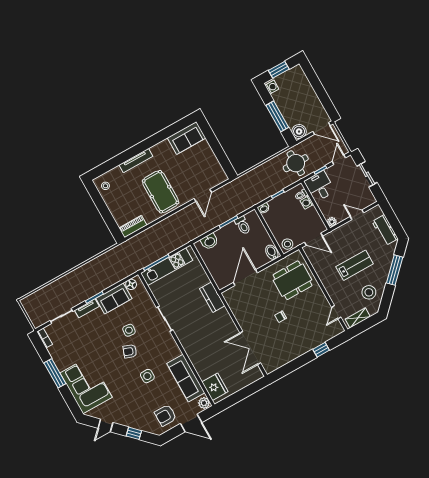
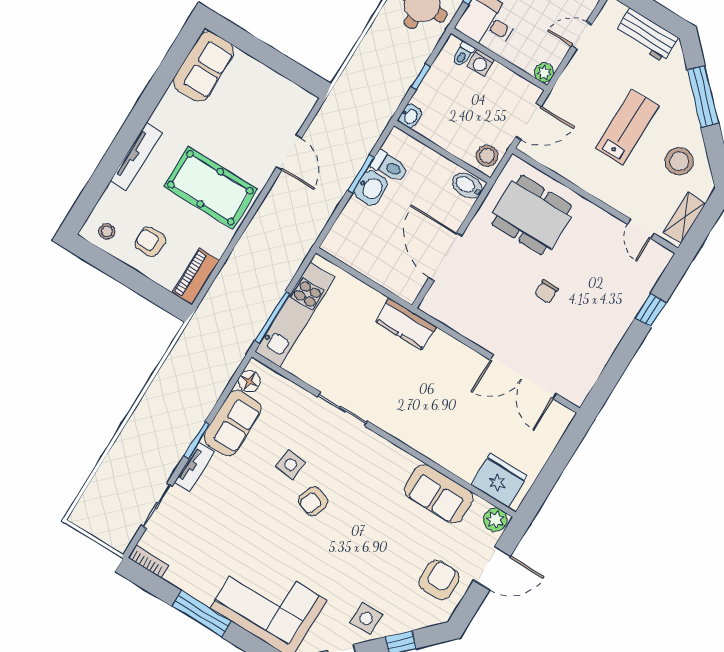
armchair: (122, 201) -> (150, 242), added
washbasin: (209, 242) -> (371, 188), moved
dining table: (292, 280) -> (532, 215), turned 90
side table: (147, 376) -> (366, 619), moved
sofa: (186, 378) -> (439, 494), width x0.73
armchair: (165, 415) -> (439, 580), turned 180

